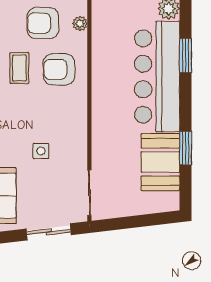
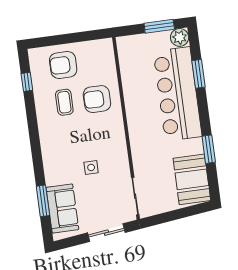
armchair: (43, 23) -> (63, 65), moved
plant: (80, 24) -> (109, 59), removed
booth: (160, 162) -> (192, 179), moved

